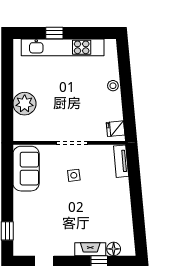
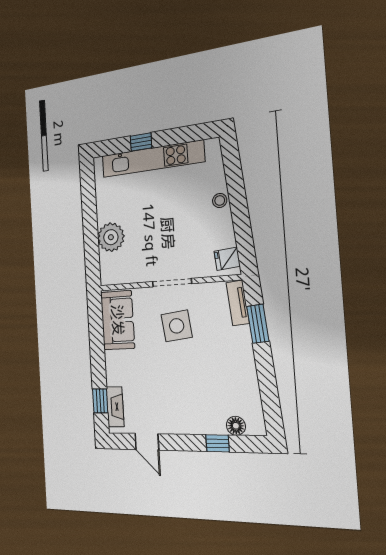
side table: (74, 175) -> (177, 326), width x1.87, depth x1.87
window: (134, 177) -> (258, 324), added
fireplace: (90, 249) -> (115, 407), moved, turned 90

